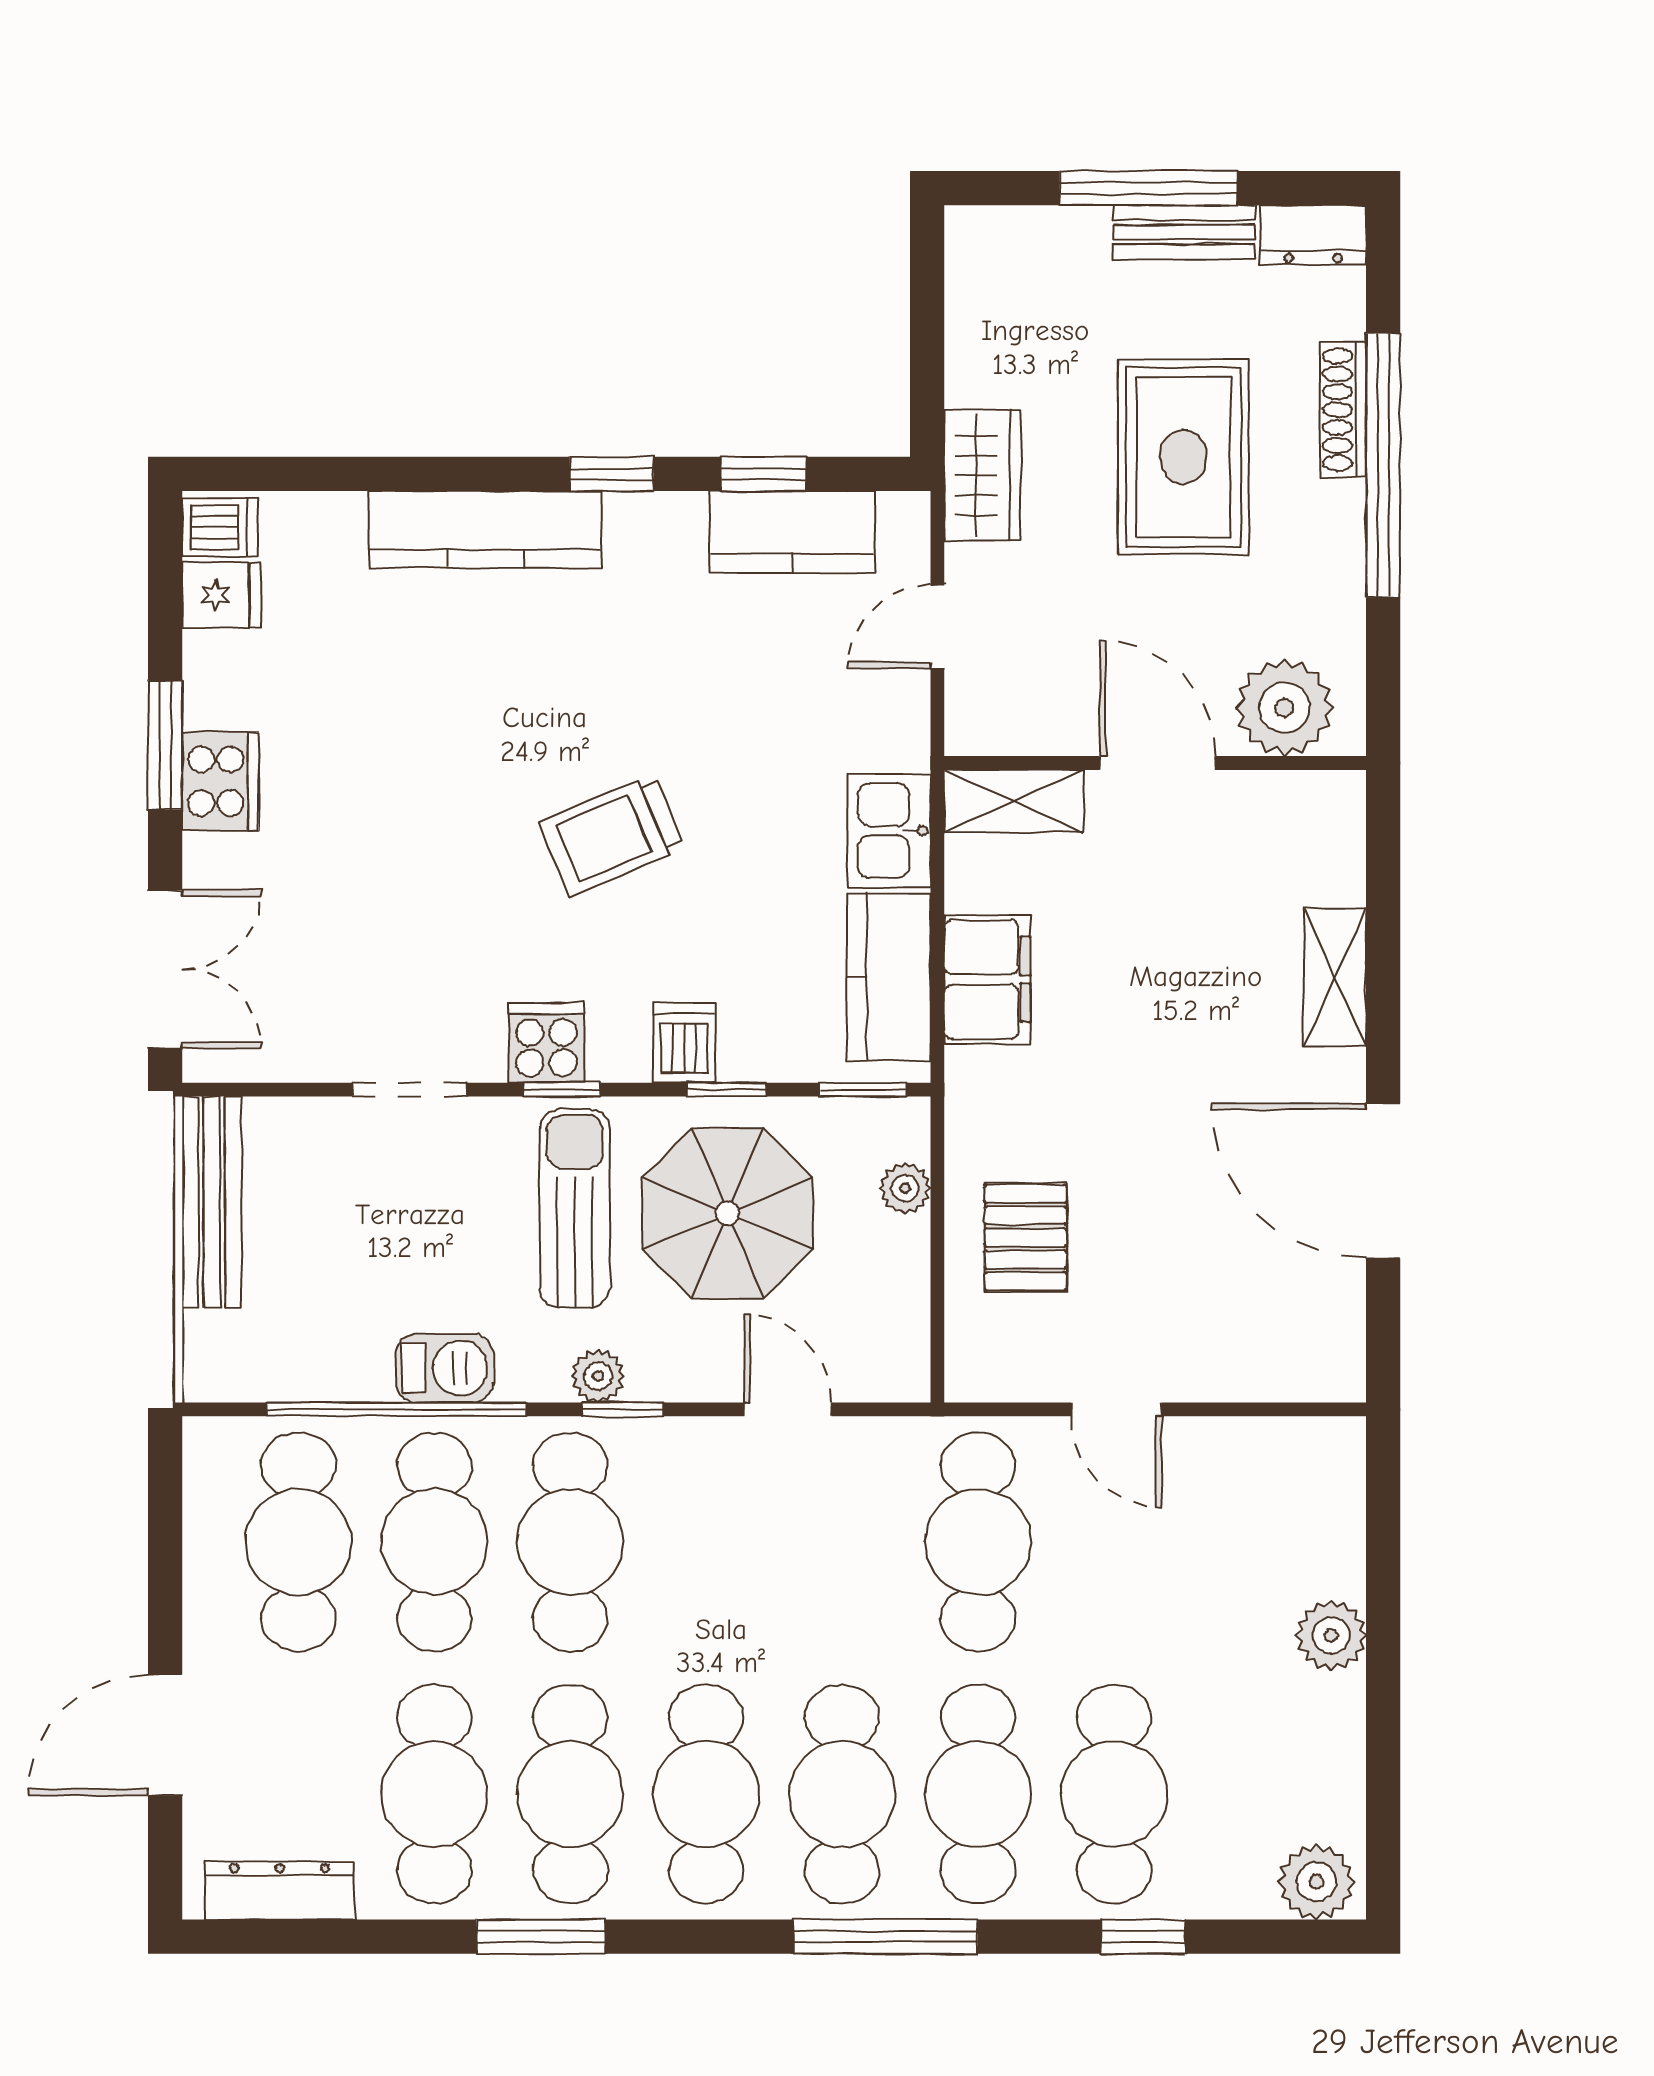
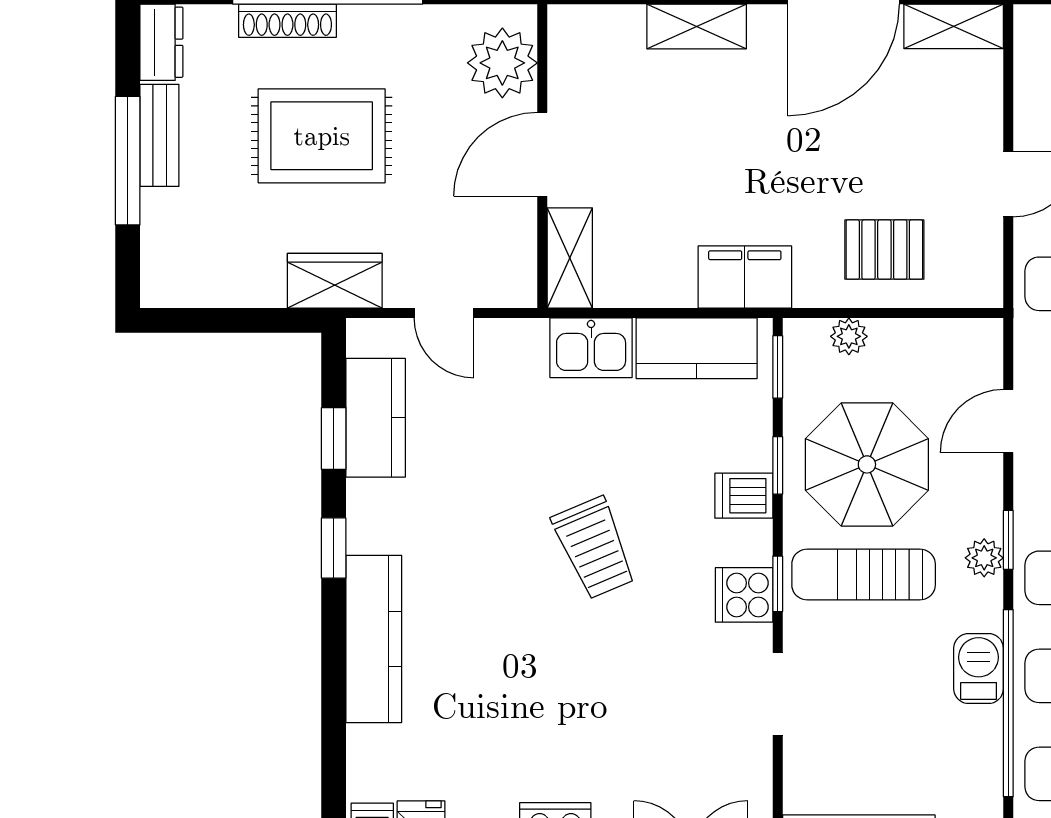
filing cabinet: (987, 979) -> (745, 277), moved
shelving: (1335, 1334) -> (954, 26), added

